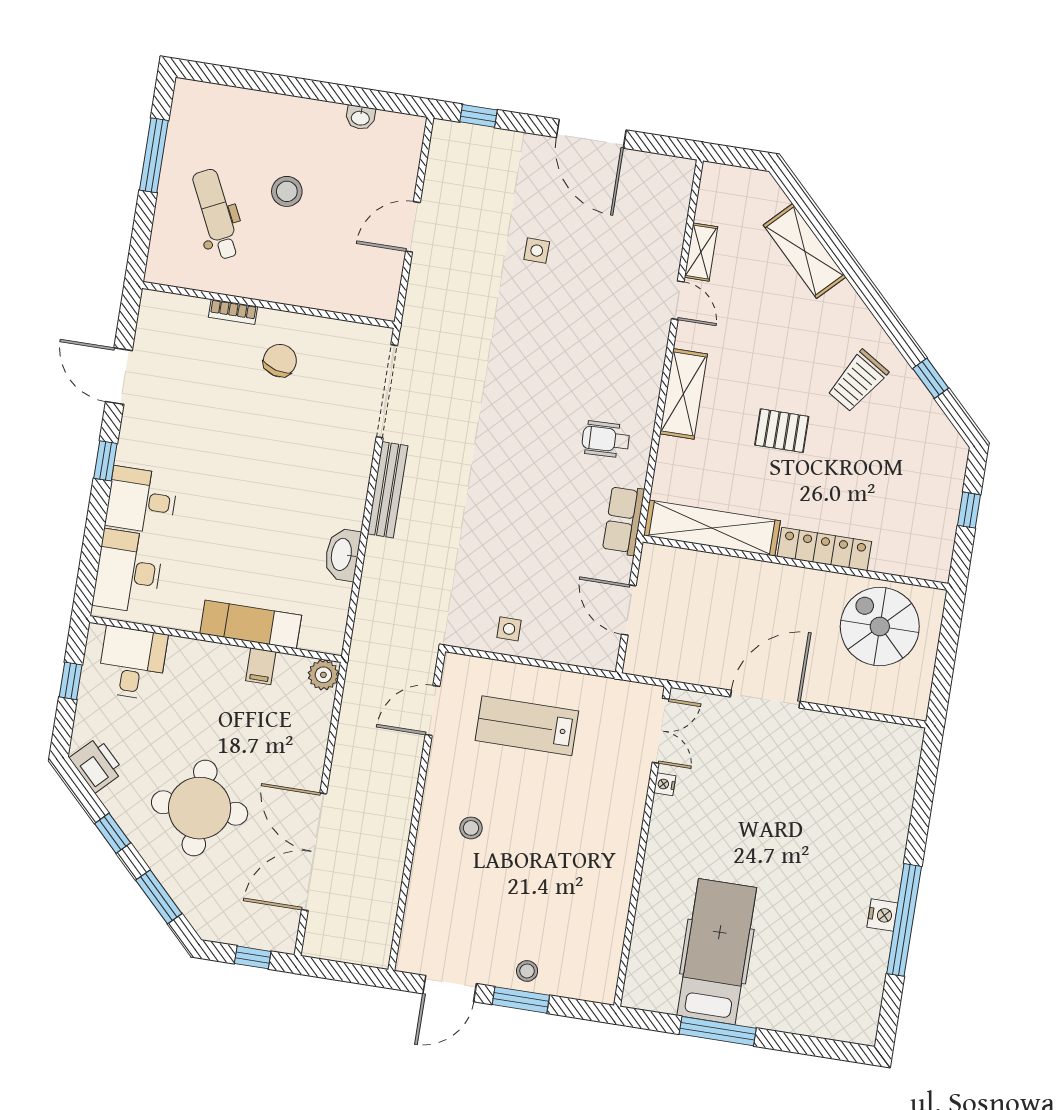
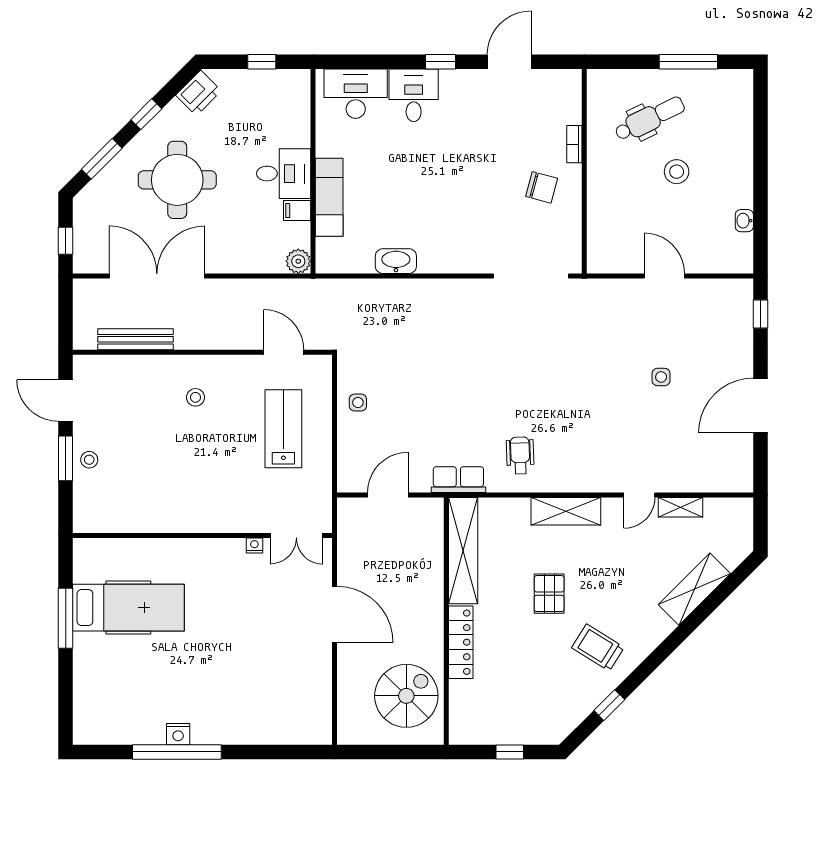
bench: (388, 490) -> (136, 339), moved
desk: (132, 663) -> (284, 174), moved

